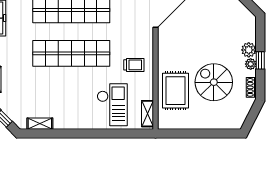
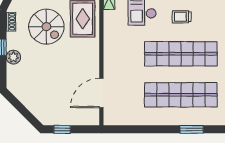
plant: (251, 64) -> (12, 44), removed
trolley: (134, 65) -> (182, 17), moved

